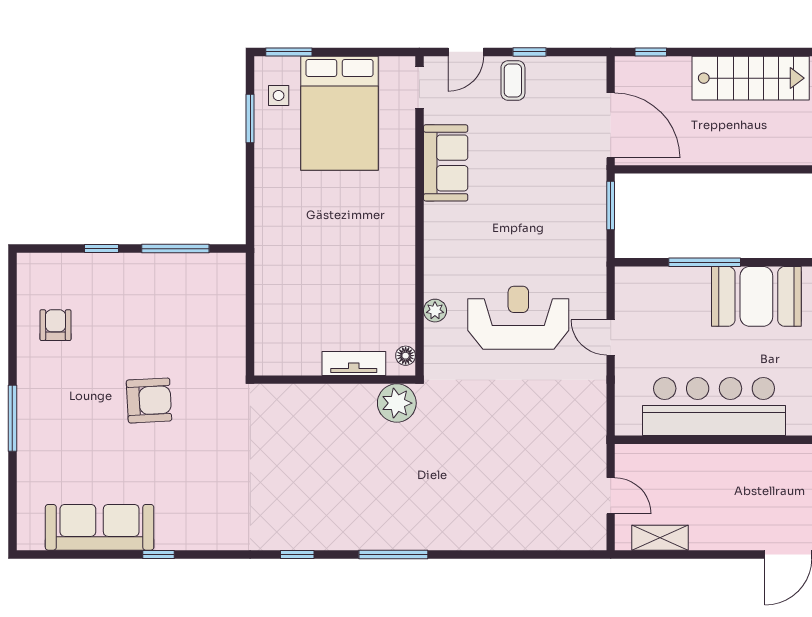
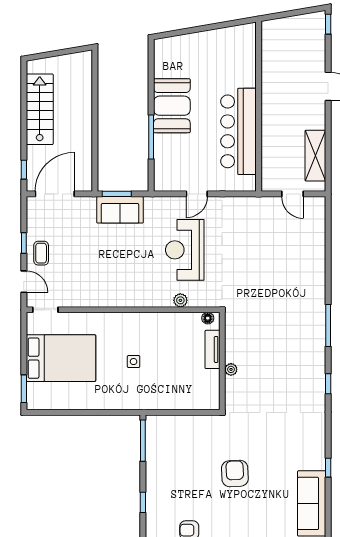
coffee table: (513, 80) -> (41, 253), turned 90
side table: (279, 96) -> (134, 362), moved
window: (250, 119) -> (64, 412), removed
door: (611, 125) -> (55, 194), moved
sofa: (446, 163) -> (120, 210), moved, turned 180
window: (175, 249) -> (143, 441), moved
plant: (397, 403) -> (231, 369), moved, width x0.53, depth x0.53
door: (611, 496) -> (293, 194), swing flipped
shelving: (660, 538) -> (315, 156), width x1.50, depth x1.33

